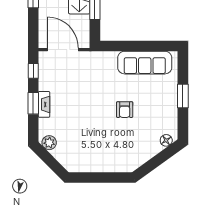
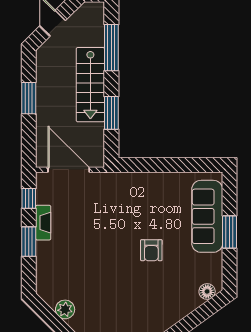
sofa: (145, 63) -> (207, 216), moved, turned 90
fireplace: (44, 104) -> (43, 223), moved
plant: (49, 143) -> (65, 309), moved

